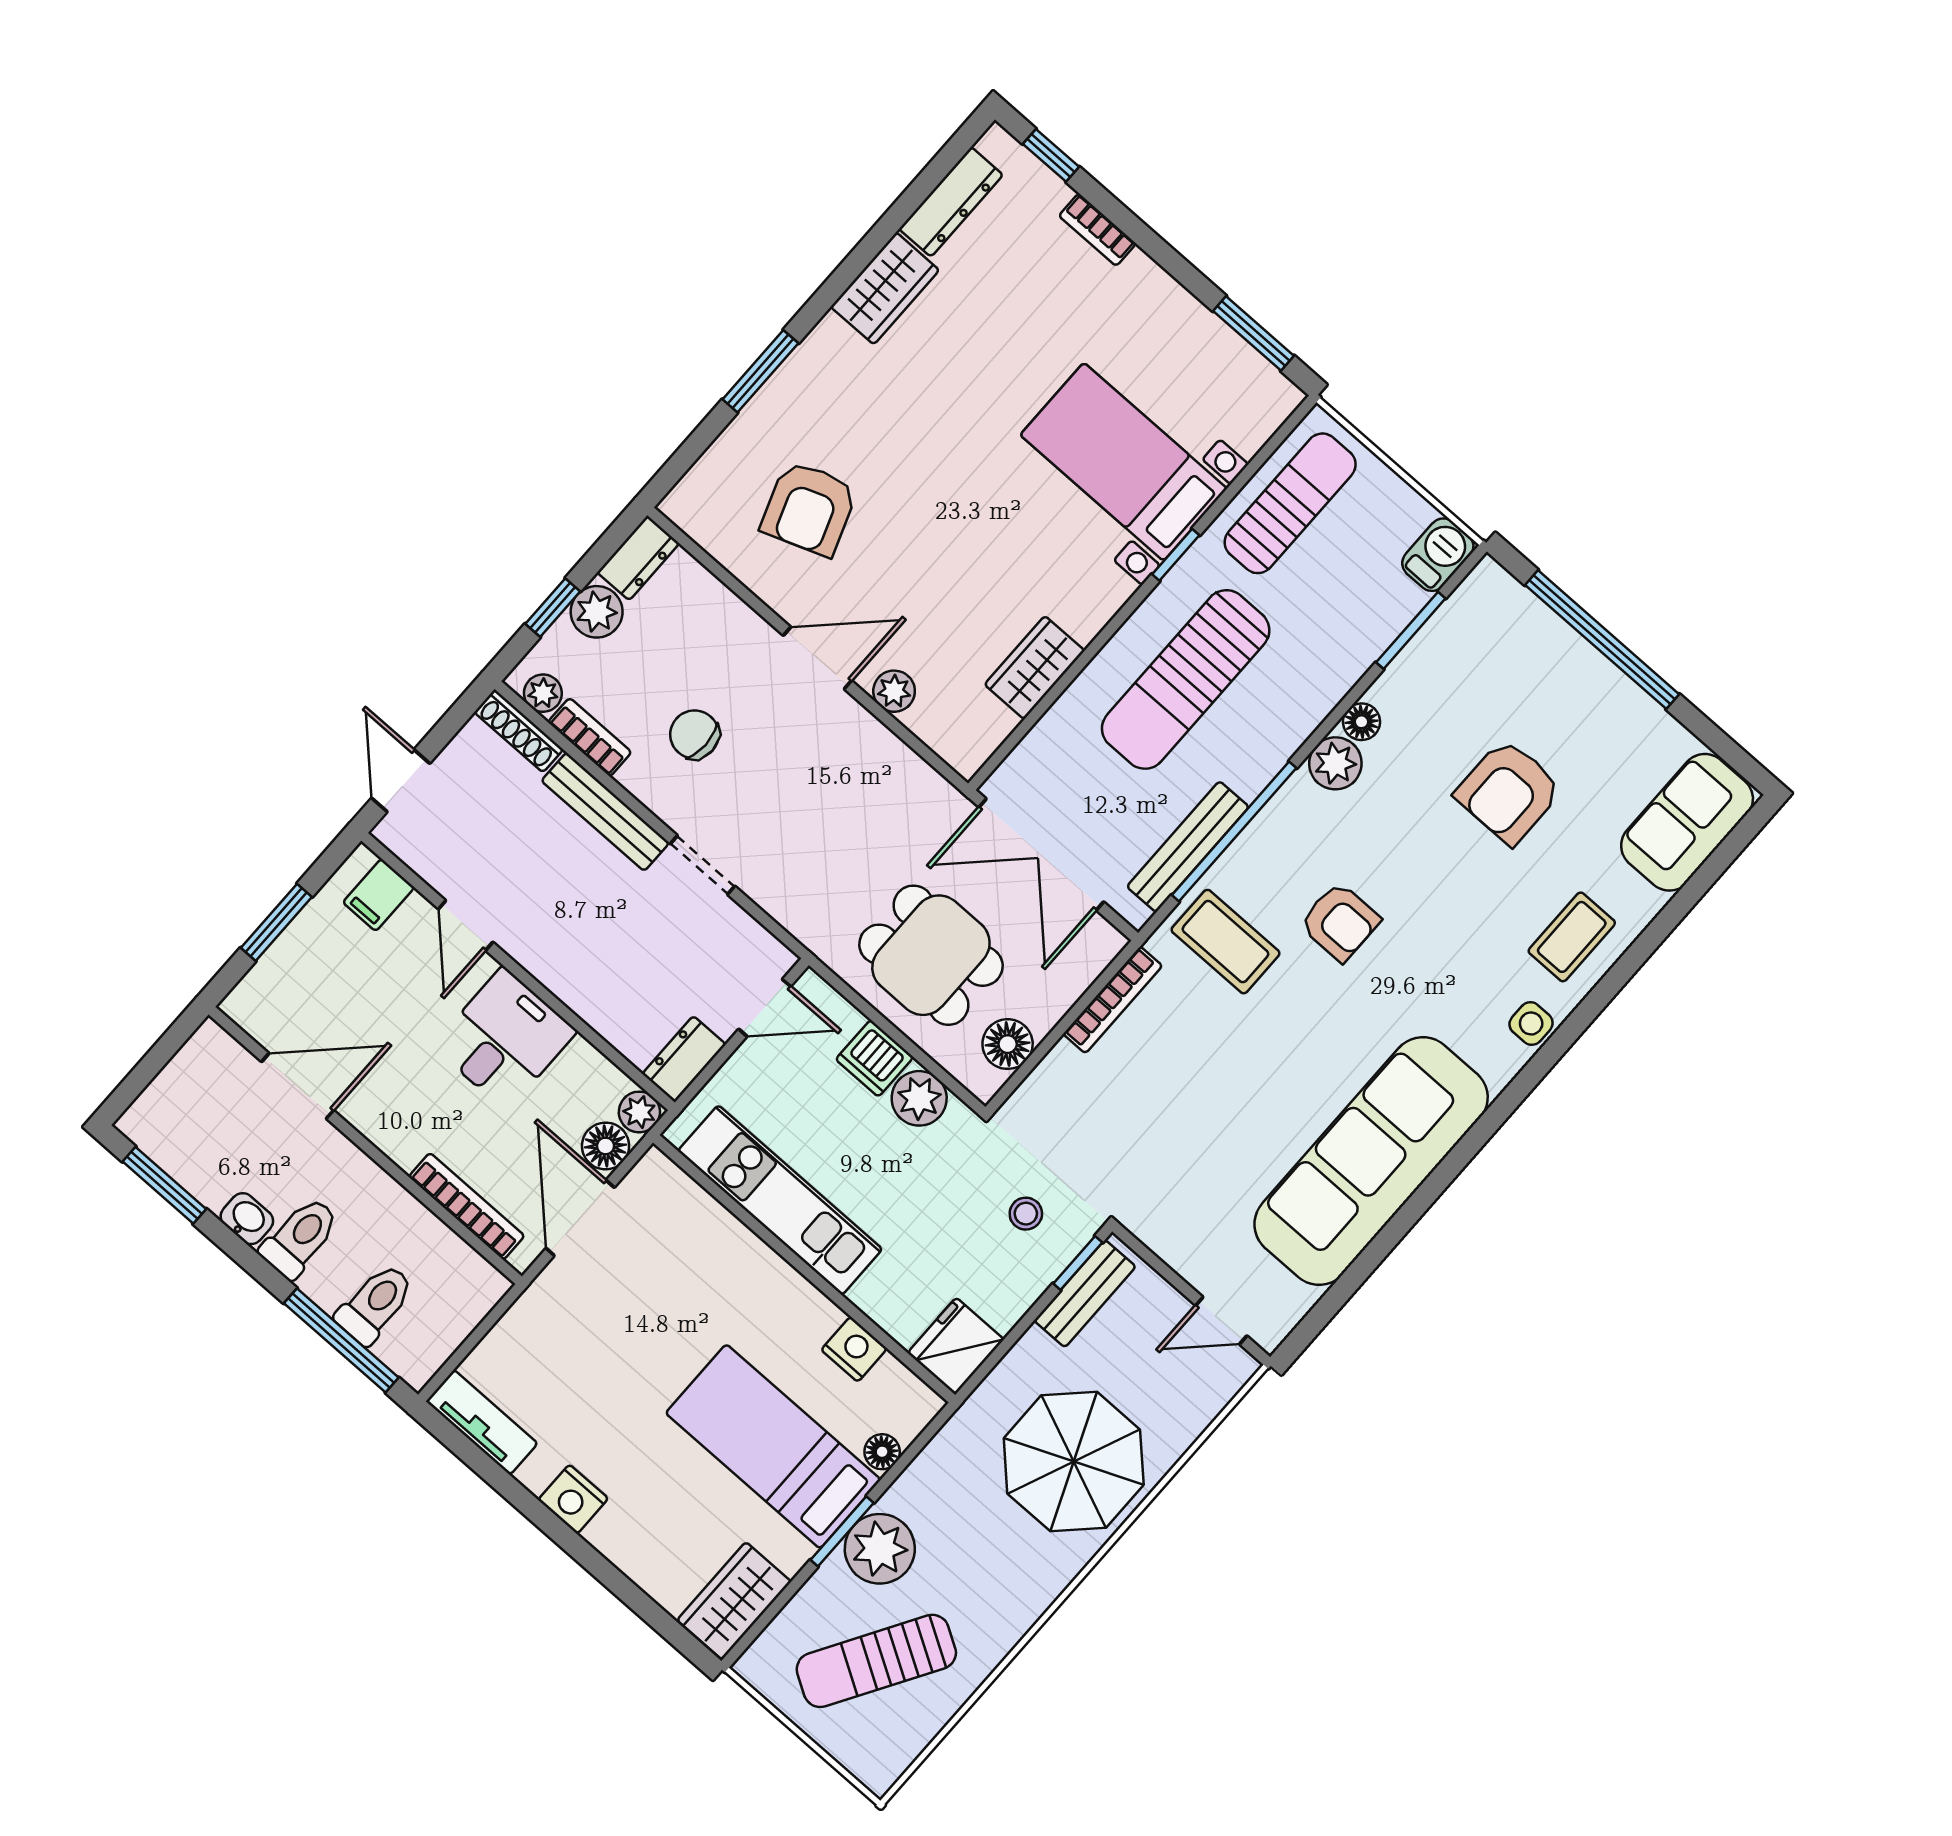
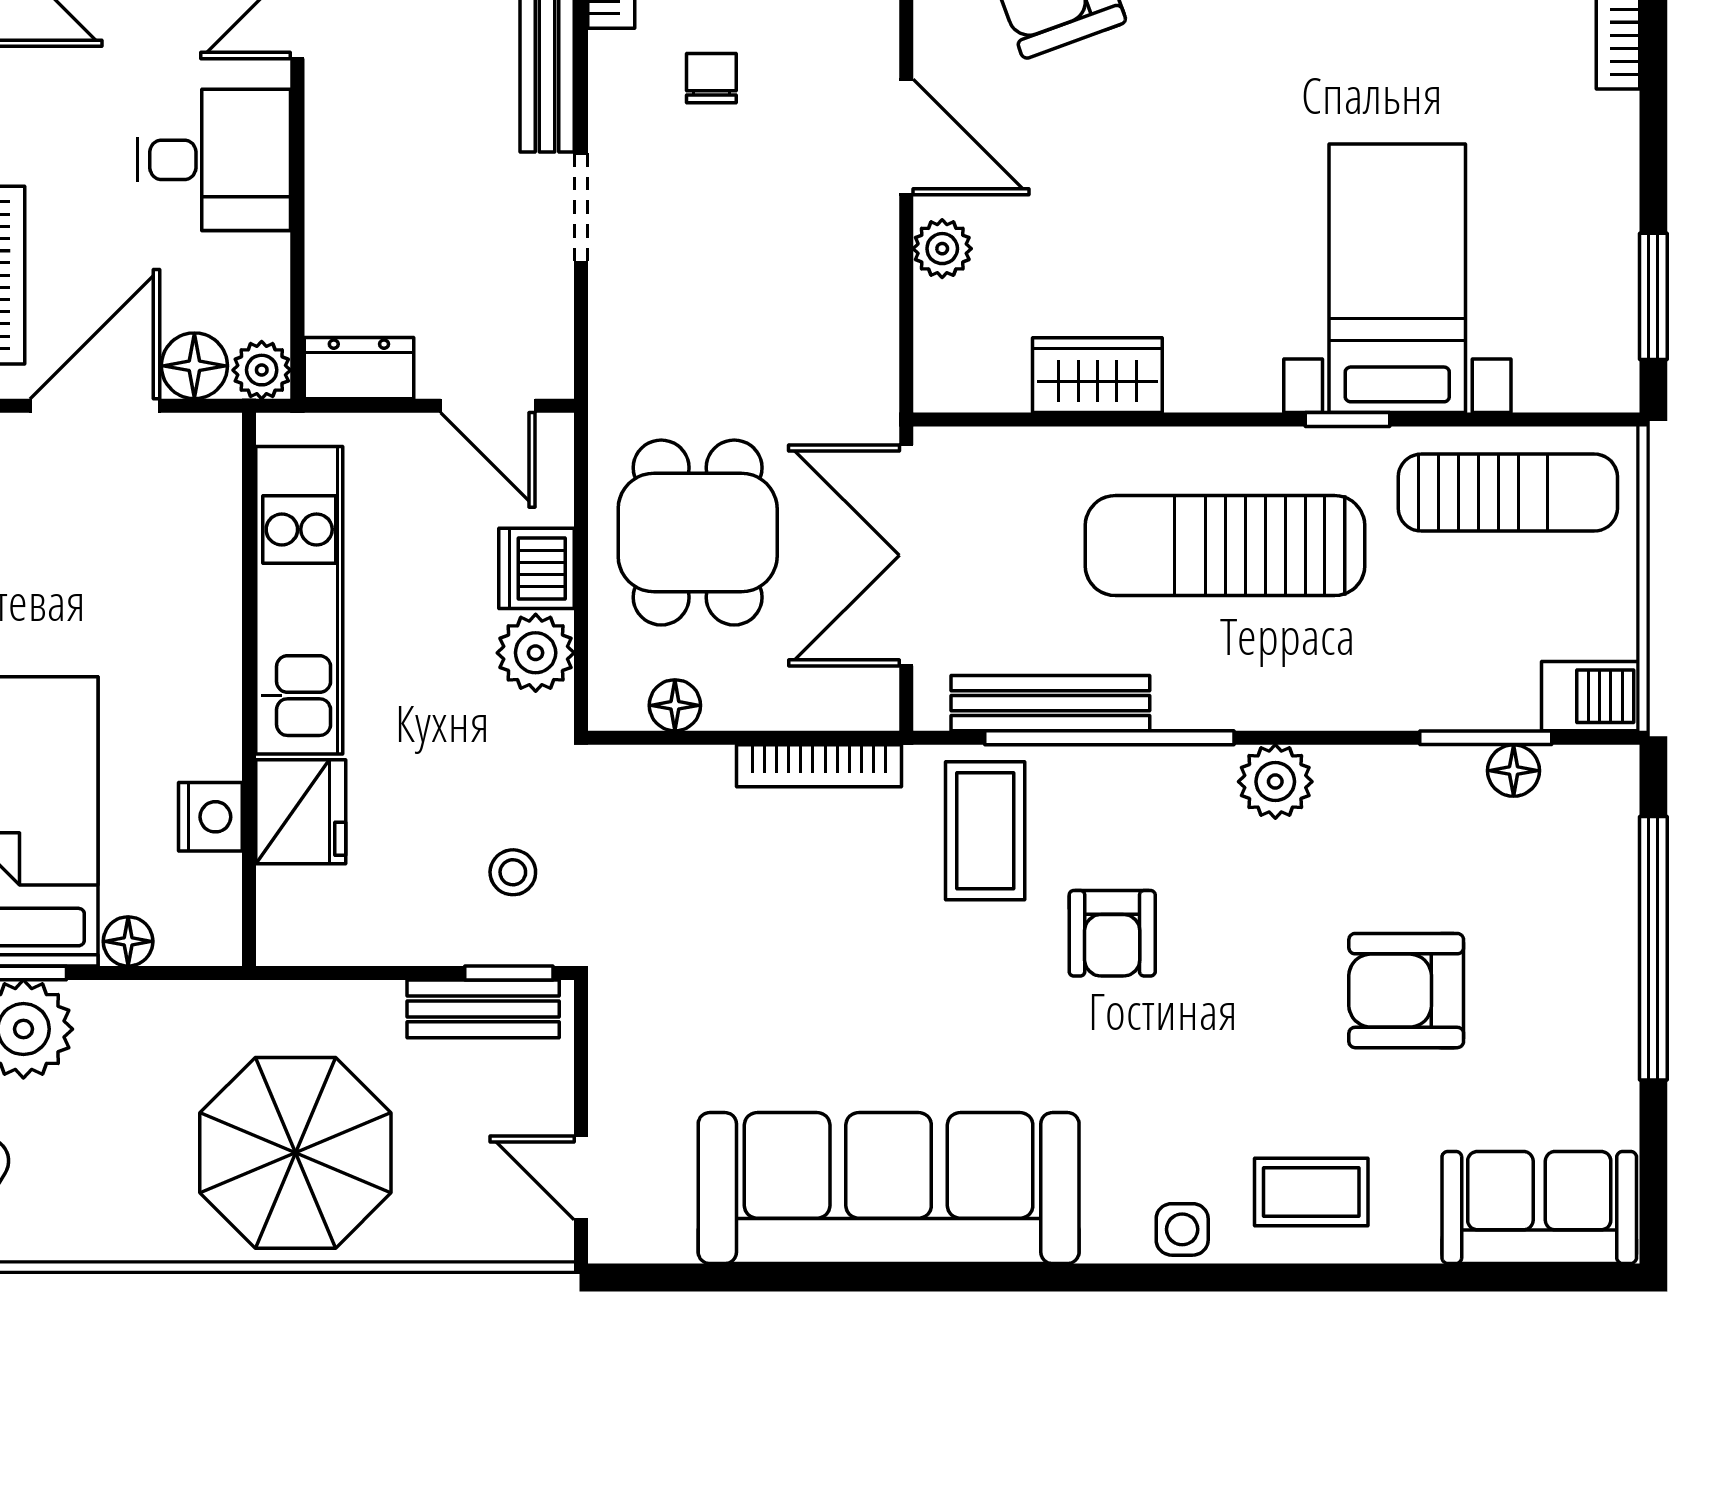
floor lamp: (1362, 722) -> (1514, 771), moved
chair: (695, 734) -> (711, 78), width x0.73, depth x0.73
floor lamp: (1008, 1044) -> (675, 705), width x0.73, depth x0.73
fridge: (956, 1346) -> (301, 812), moved, turned 90

